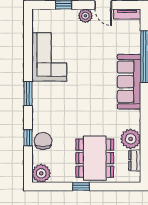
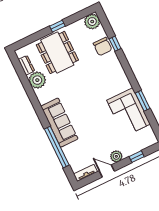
window: (28, 94) -> (143, 101), moved

